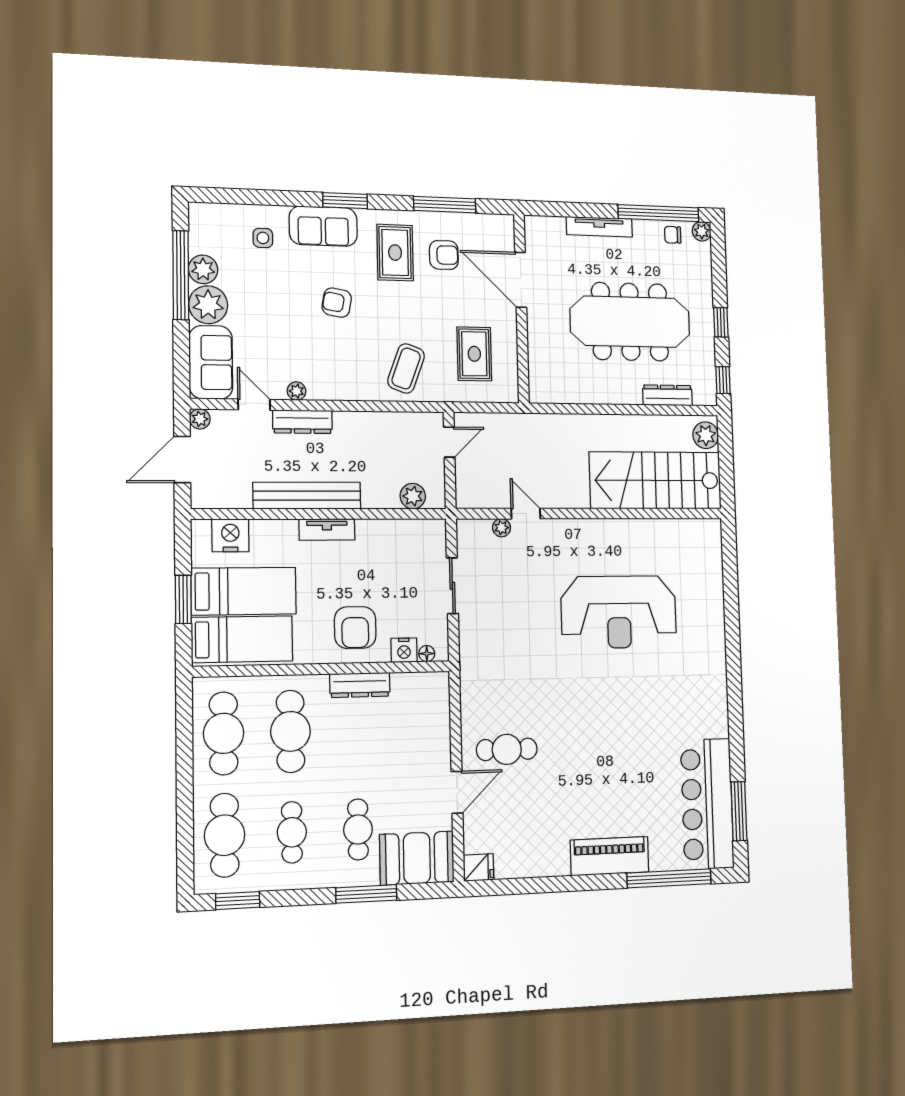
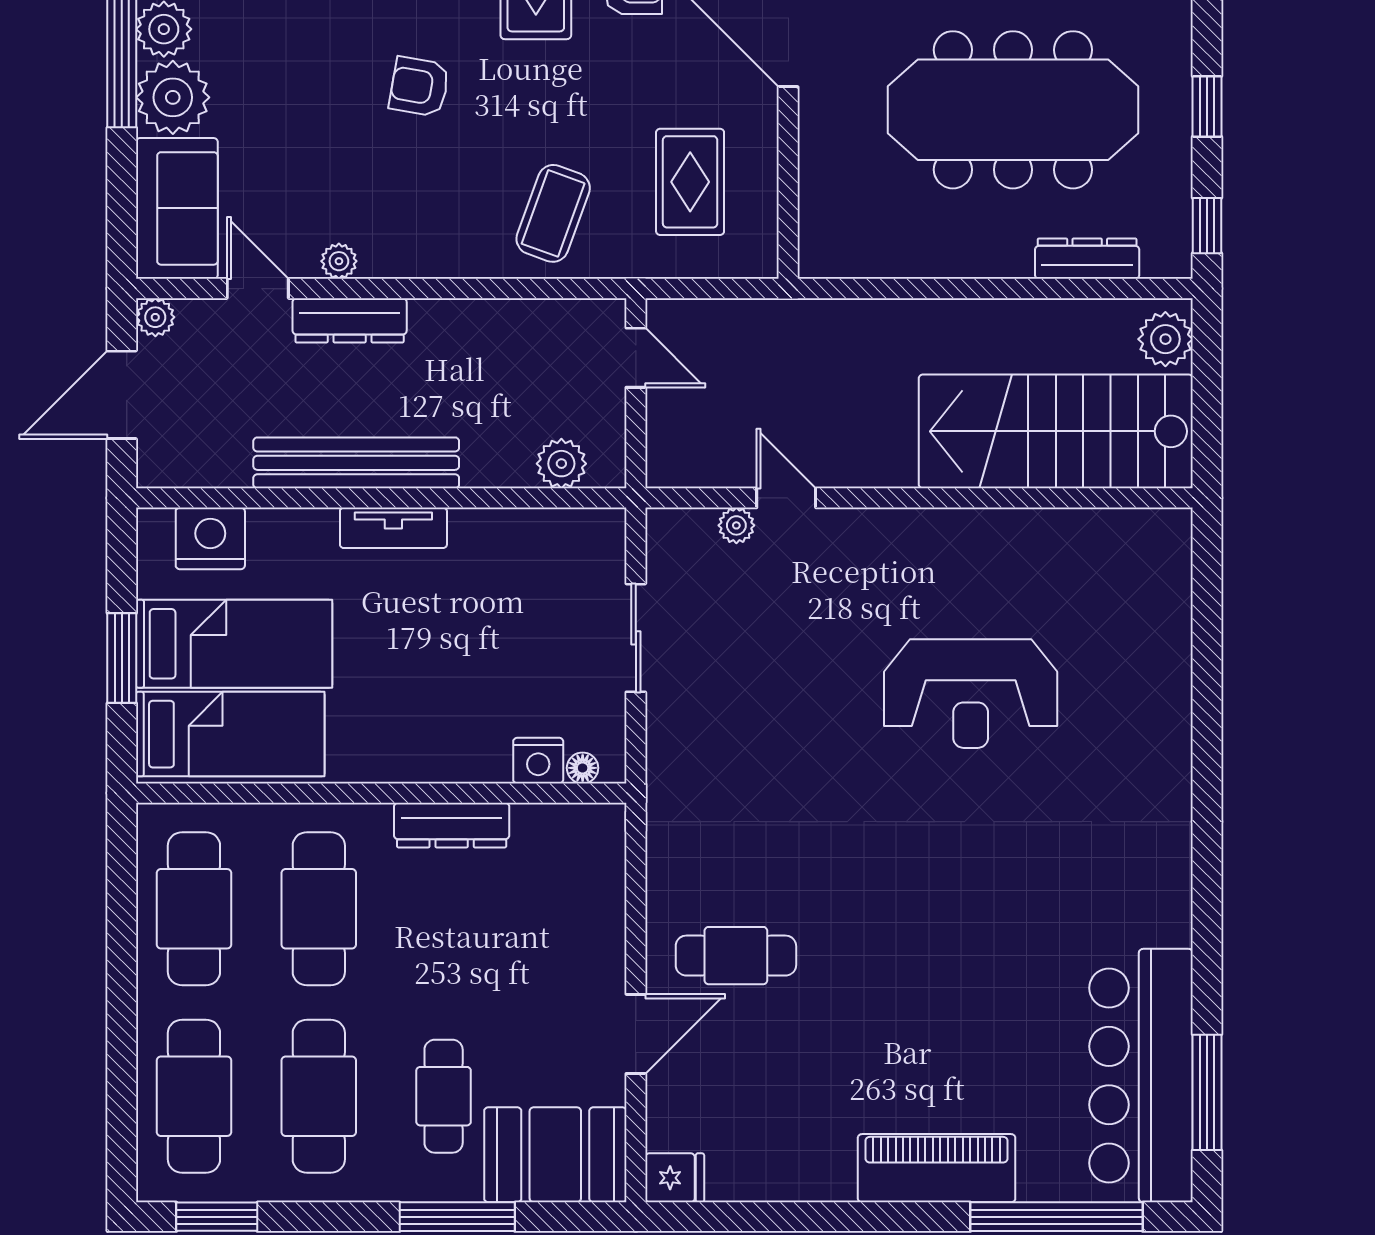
door: (449, 442) -> (636, 358), hinge flipped
reception desk: (619, 612) -> (971, 694), width x0.74, depth x0.77
armchair: (355, 628) -> (445, 716), removed
cafe table: (292, 832) -> (319, 1096), width x1.37, depth x1.35

